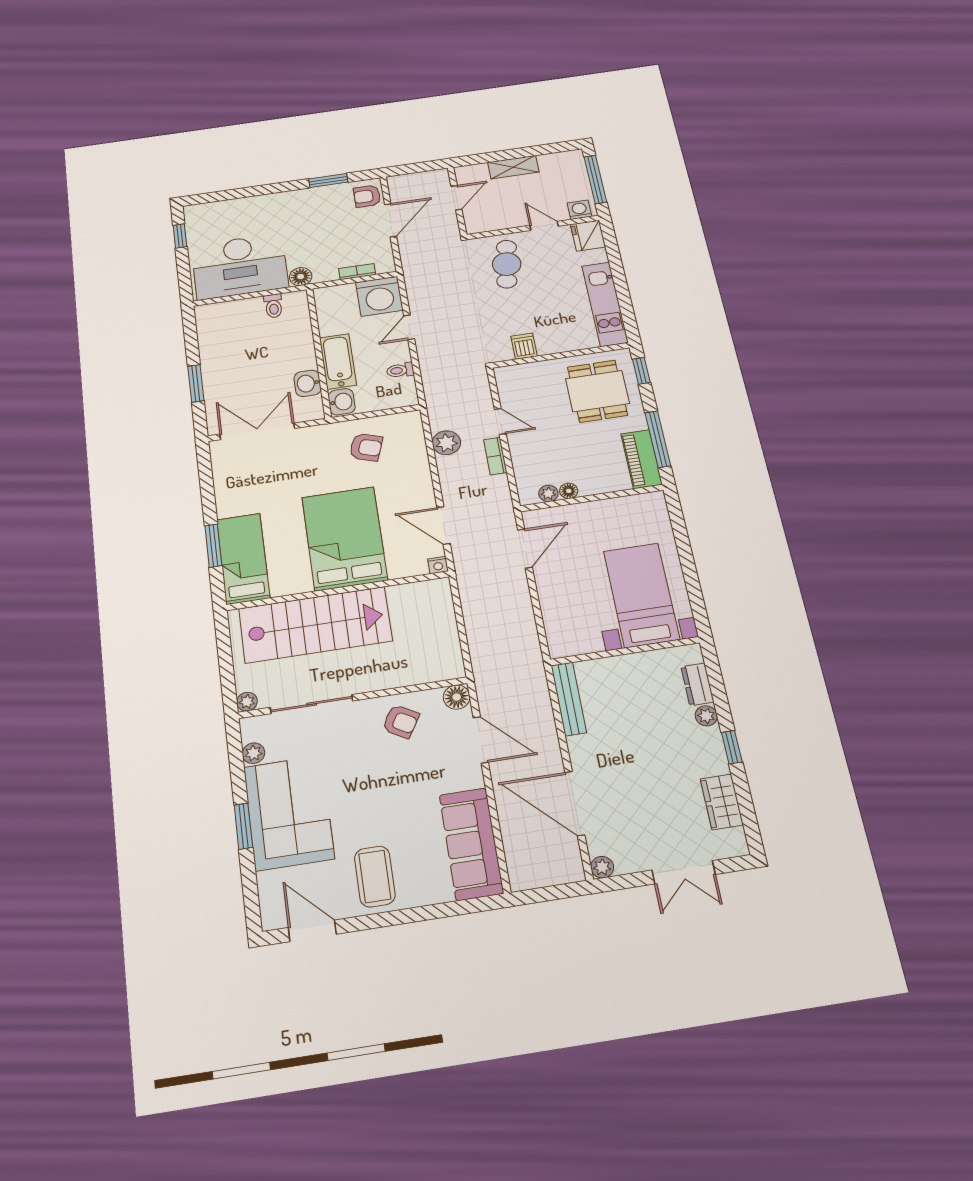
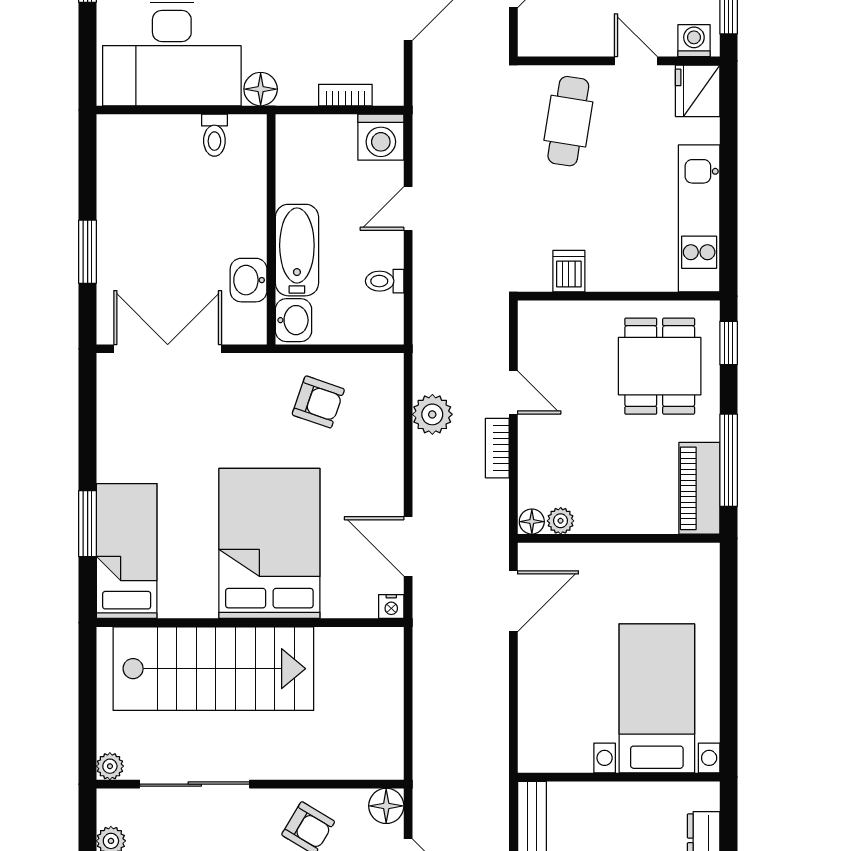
washing machine: (379, 296) -> (381, 137), width x0.73, depth x0.73
floor lamp: (569, 491) -> (532, 522), moved

